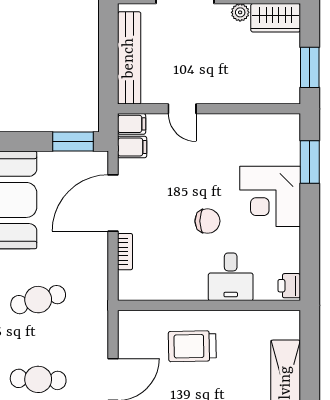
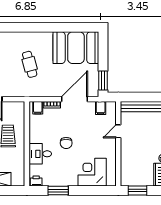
filing cabinet: (132, 124) -> (38, 108), moved
window: (310, 162) -> (58, 191), moved
corner desk: (270, 196) -> (92, 172), moved
door: (113, 203) -> (75, 99), hinge flipped

